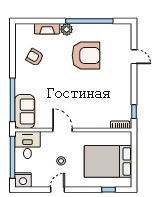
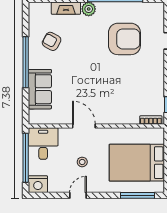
armchair: (86, 56) -> (124, 39), moved
window: (12, 100) -> (26, 62), moved
sofa: (25, 111) -> (40, 89), moved
window: (109, 190) -> (137, 195), width x2.17

